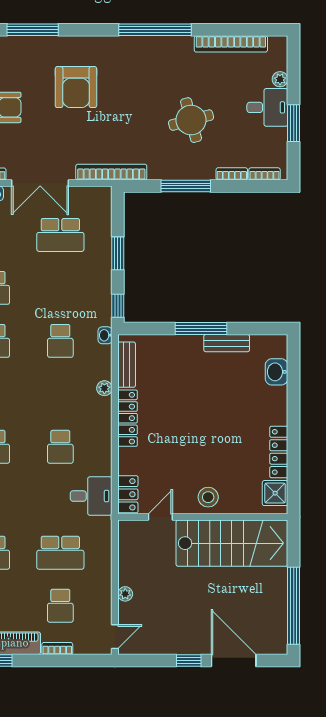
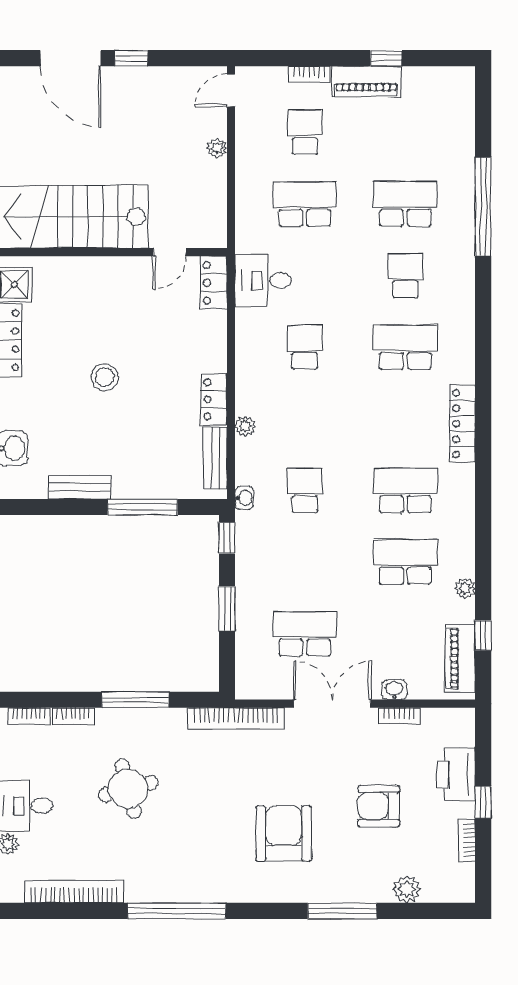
window: (201, 329) -> (142, 507), moved
locker: (128, 418) -> (214, 399), width x0.66
stool: (208, 497) -> (105, 377), moved

